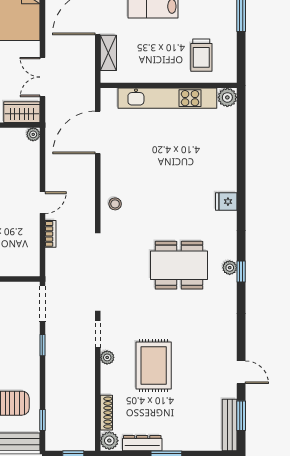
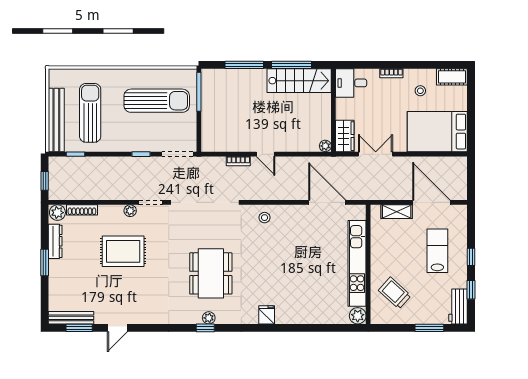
trolley: (201, 55) -> (395, 293), turned 42

